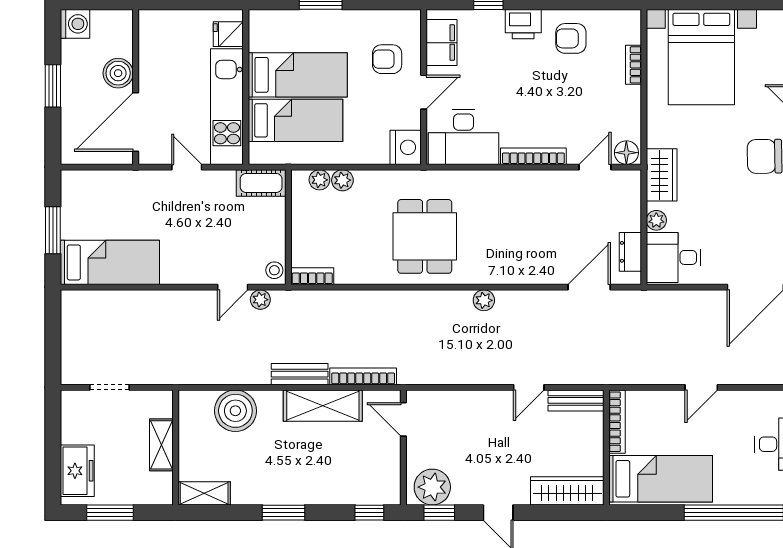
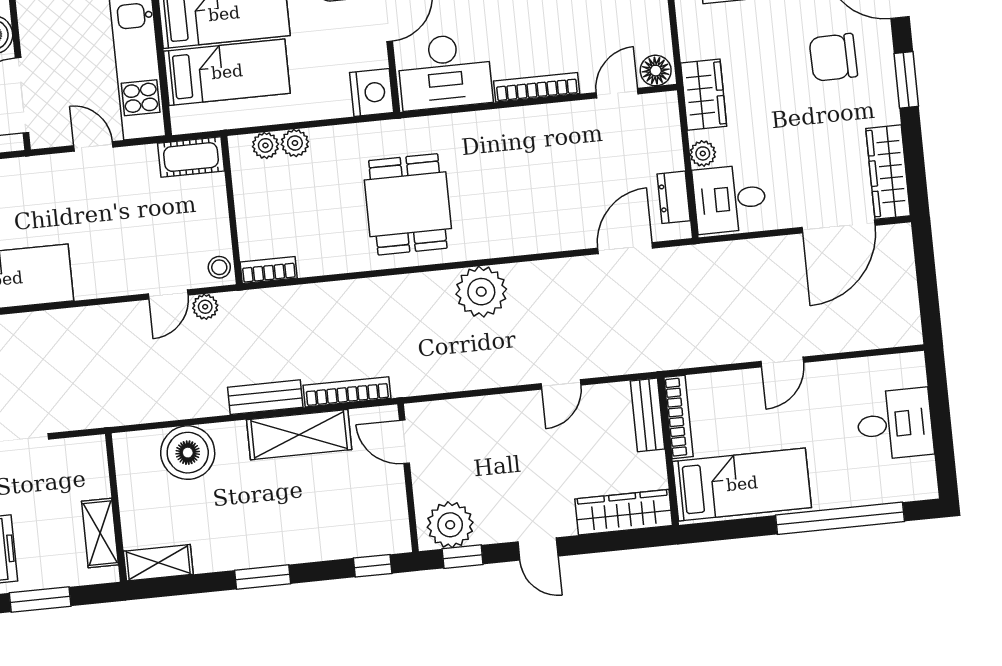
plant: (484, 300) -> (481, 292), width x1.87, depth x1.87
bench: (576, 400) -> (648, 415), moved, turned 90
shelving: (161, 445) -> (100, 533), moved

